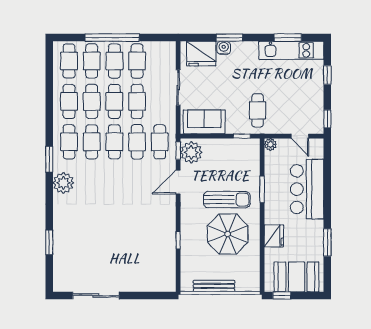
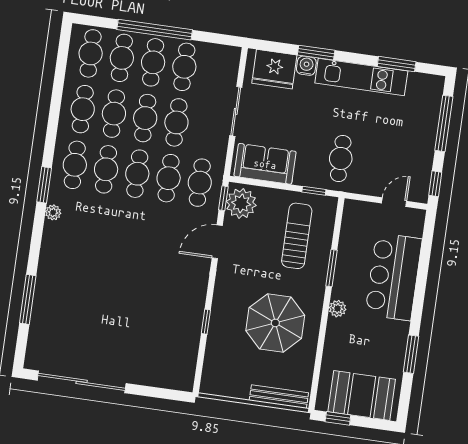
kitchen unit: (291, 50) -> (361, 77), moved
window: (327, 75) -> (444, 123), width x2.17
door: (300, 136) -> (394, 202), swing flipped
plant: (270, 144) -> (338, 309), moved
plant: (63, 183) -> (53, 212), width x0.53, depth x0.53
sun lounger: (227, 200) -> (297, 236), moved, turned -90
fridge: (274, 236) -> (339, 335), removed
window: (49, 242) -> (28, 299), width x1.44
bench: (214, 286) -> (279, 397), moved
sliding door: (96, 295) -> (82, 382), width x1.36

